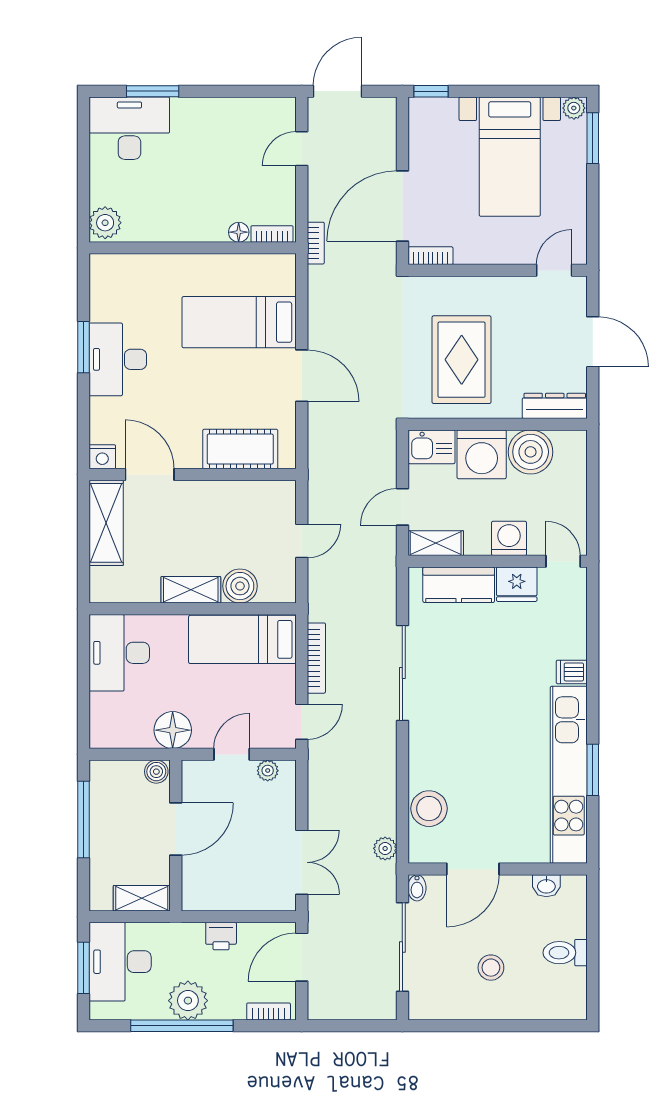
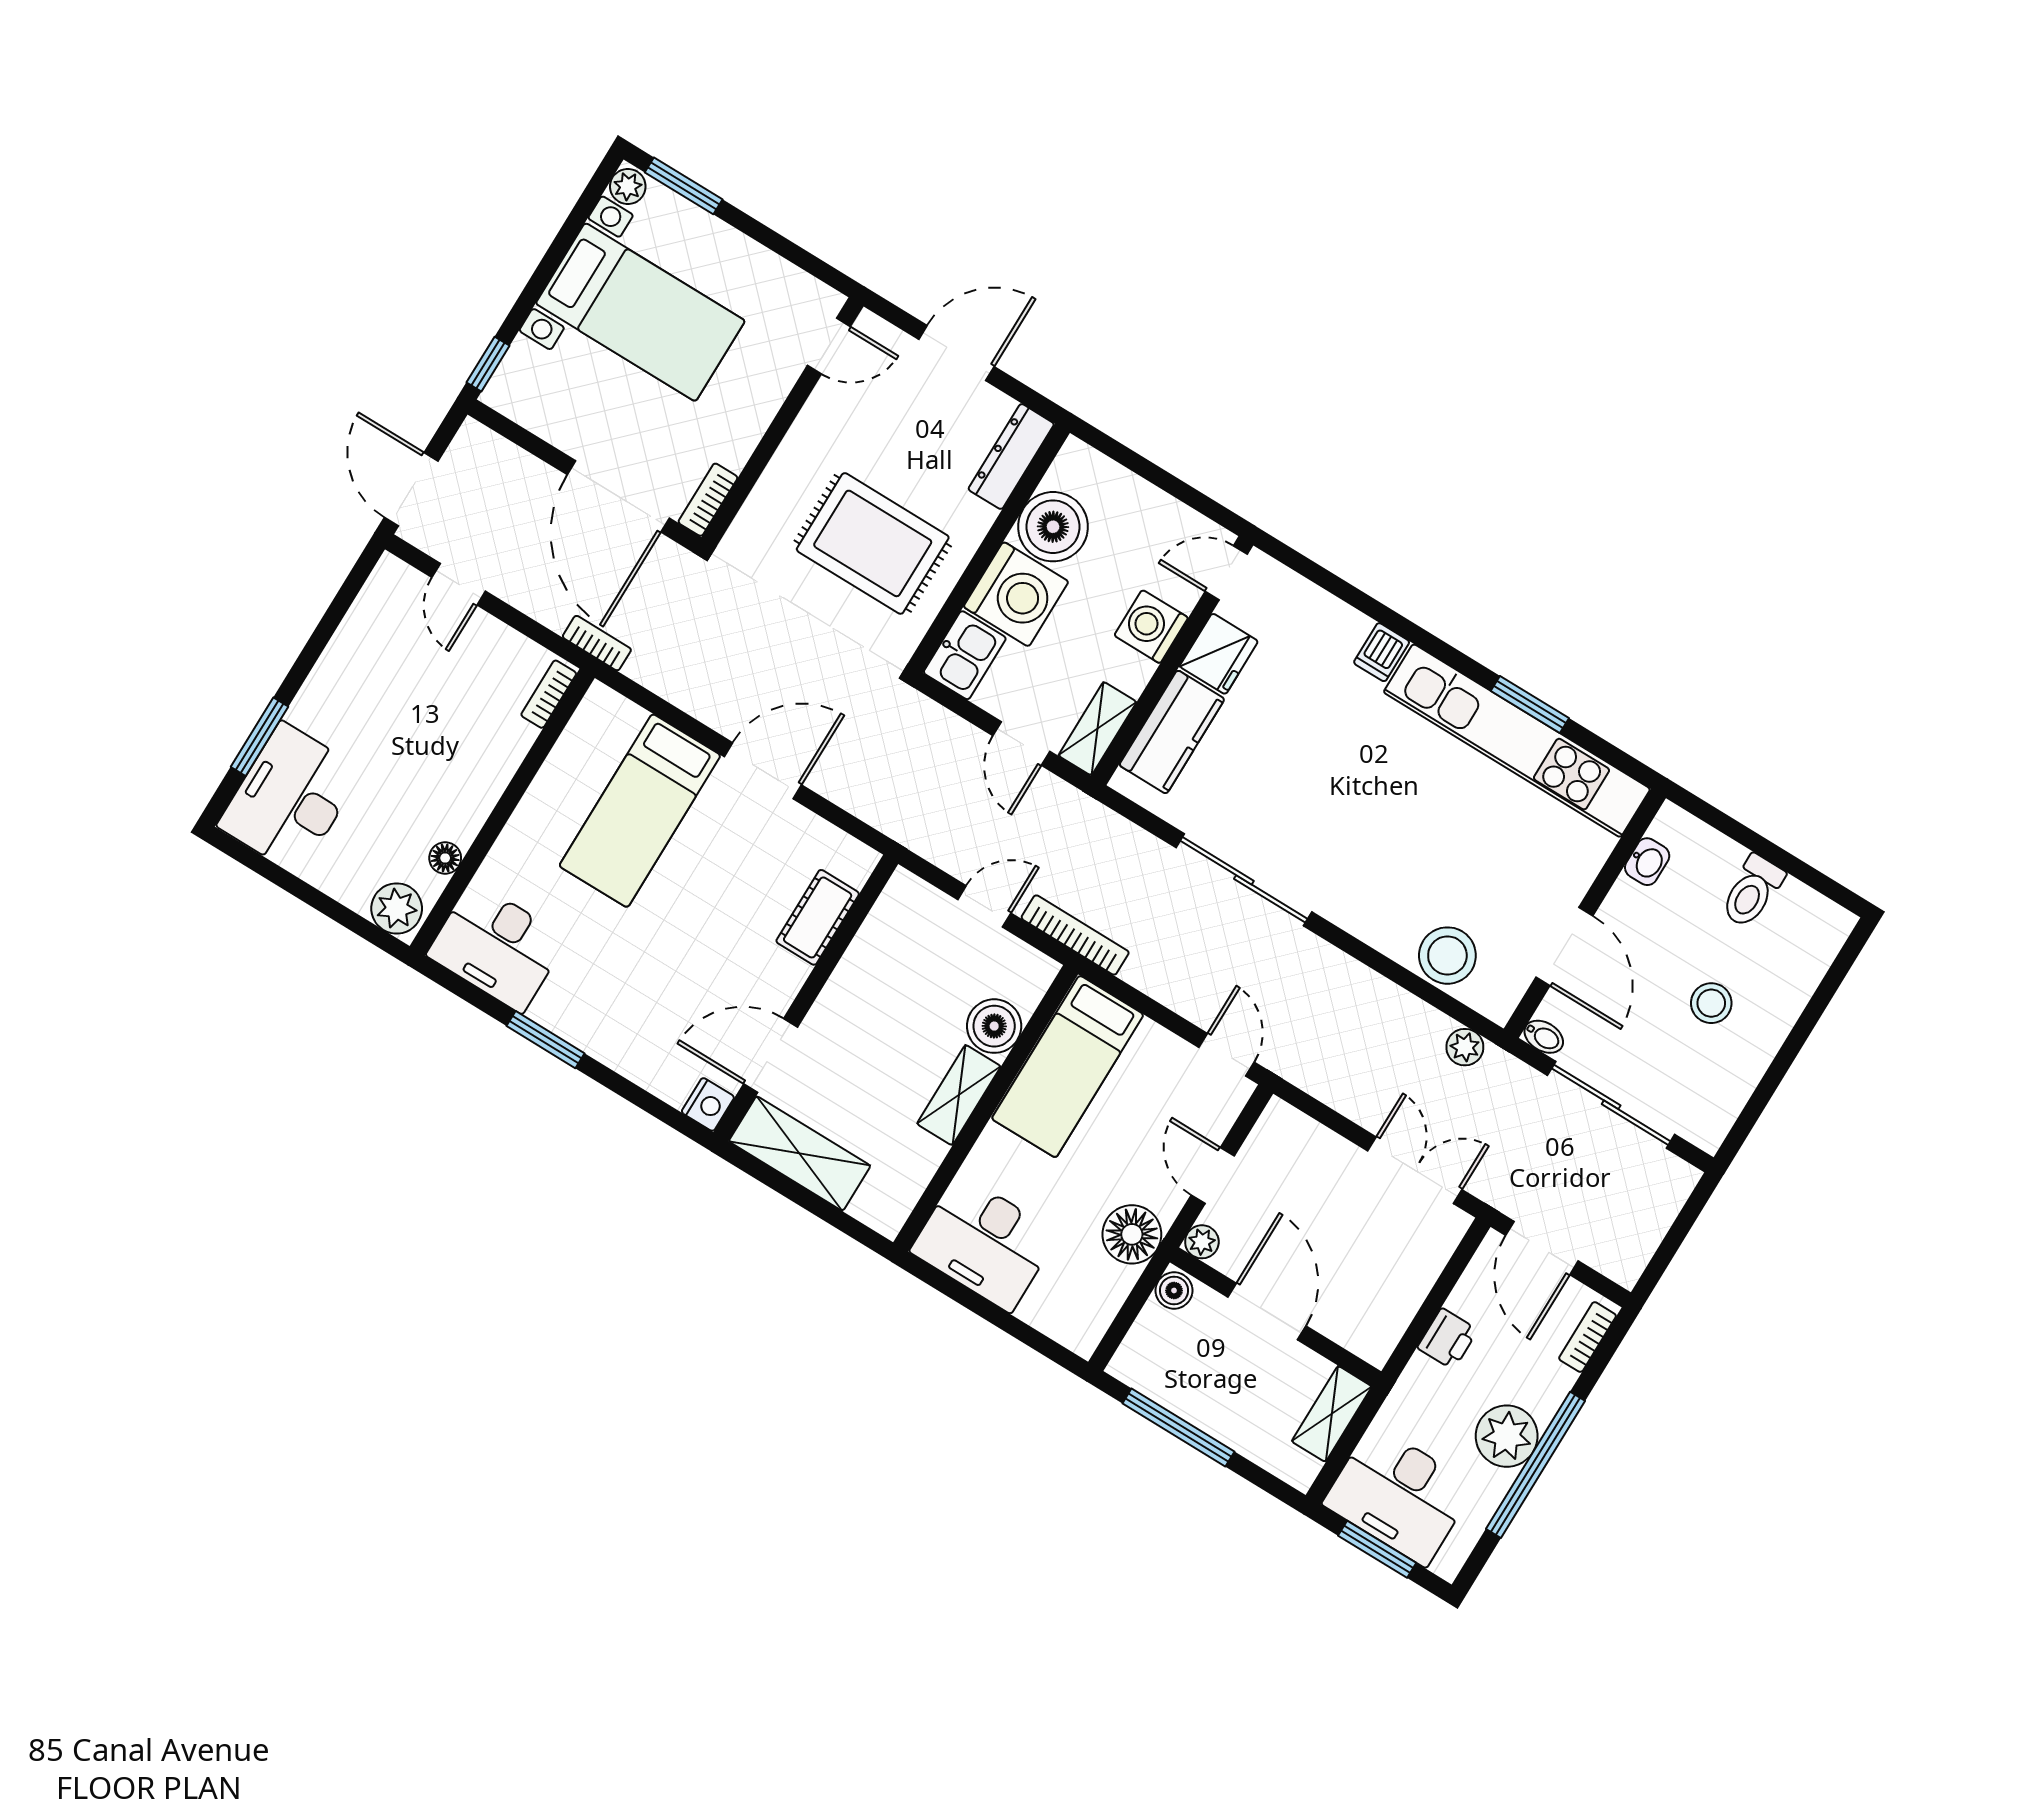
floor lamp: (239, 232) -> (445, 858), moved
door: (554, 270) -> (829, 346), swing flipped
desk: (118, 359) -> (497, 947), moved
cot: (240, 449) -> (818, 917), width x0.73, depth x0.75
door: (302, 541) -> (984, 906), hinge flipped
bookcase: (316, 658) -> (1075, 935), moved
plant: (268, 771) -> (1202, 1242), moved

